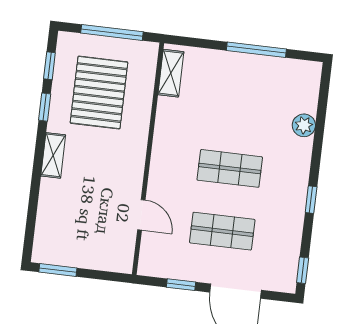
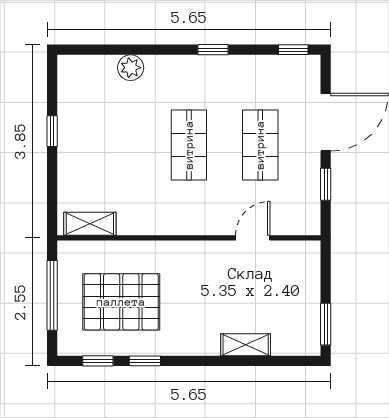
window: (256, 50) -> (52, 131), width x0.46
shelving: (53, 155) -> (246, 345), moved

